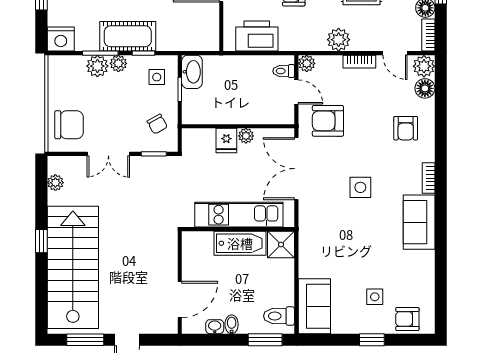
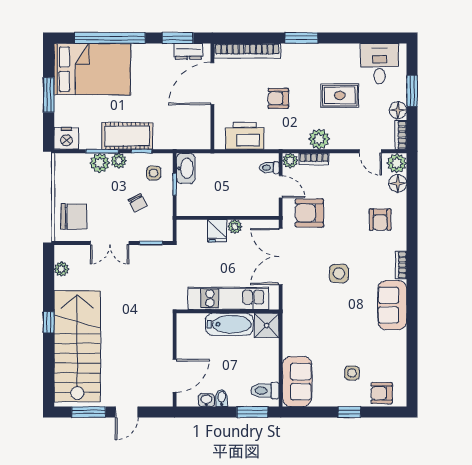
bookcase: (359, 62) -> (314, 159), moved
chair: (157, 124) -> (138, 203), moved

